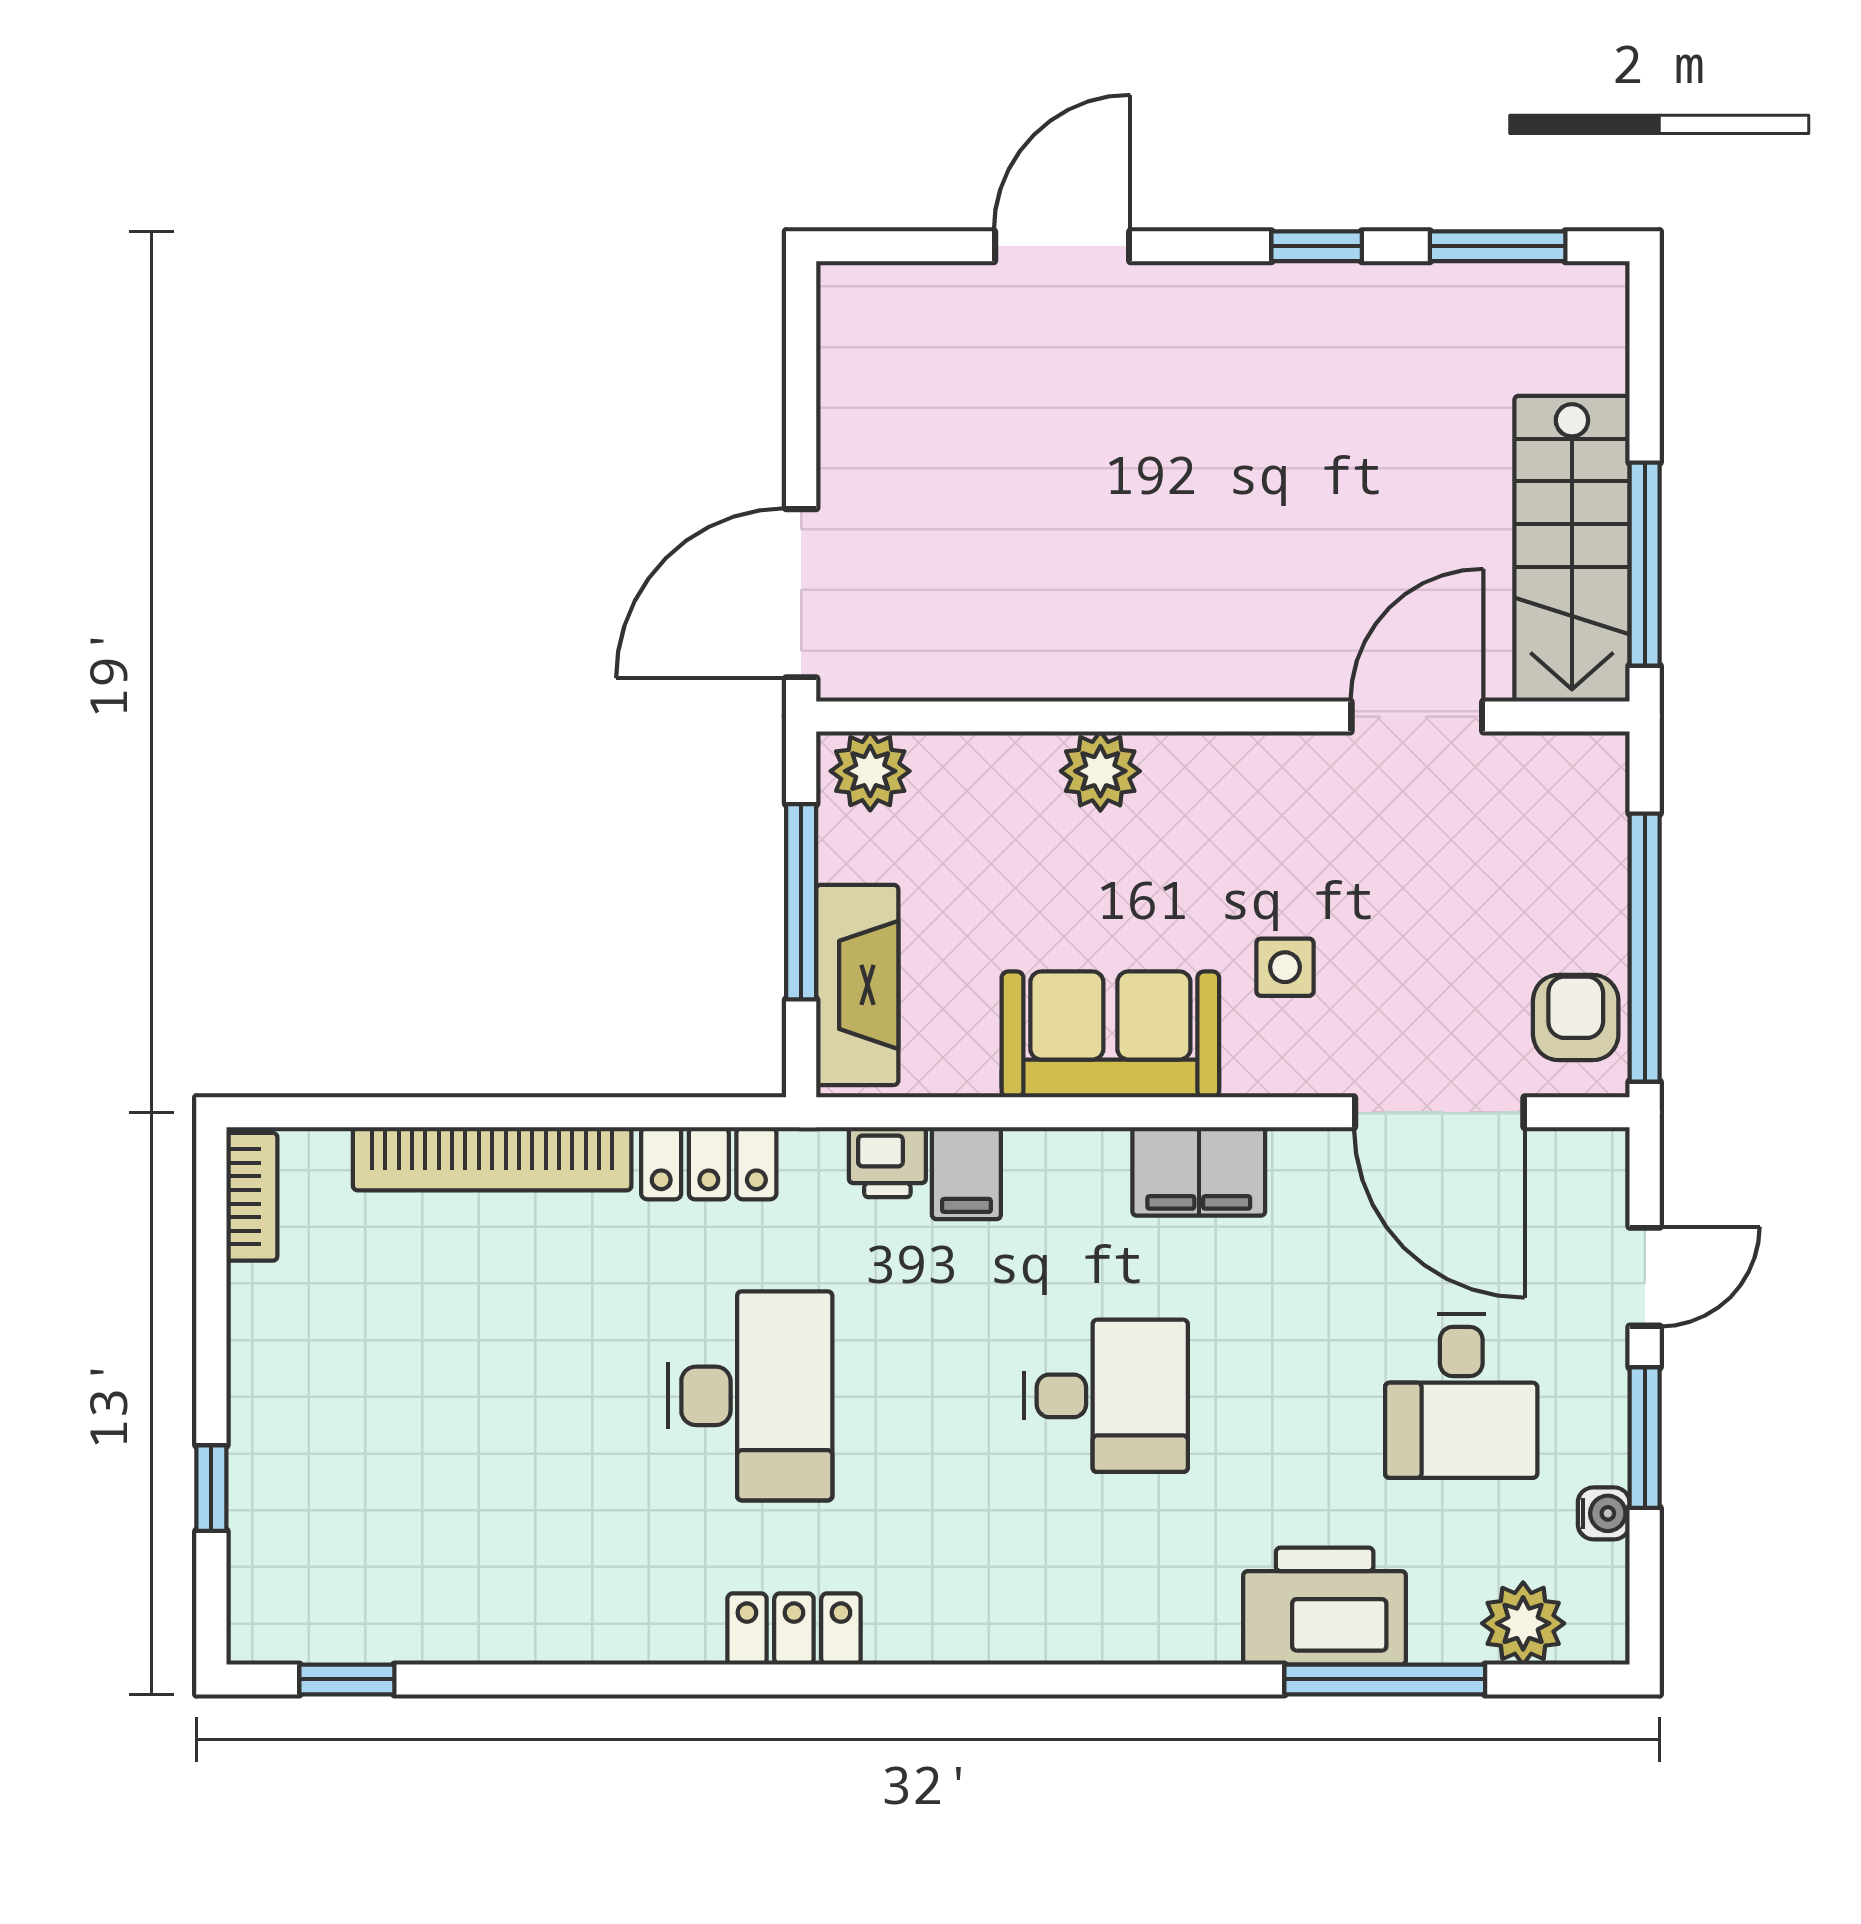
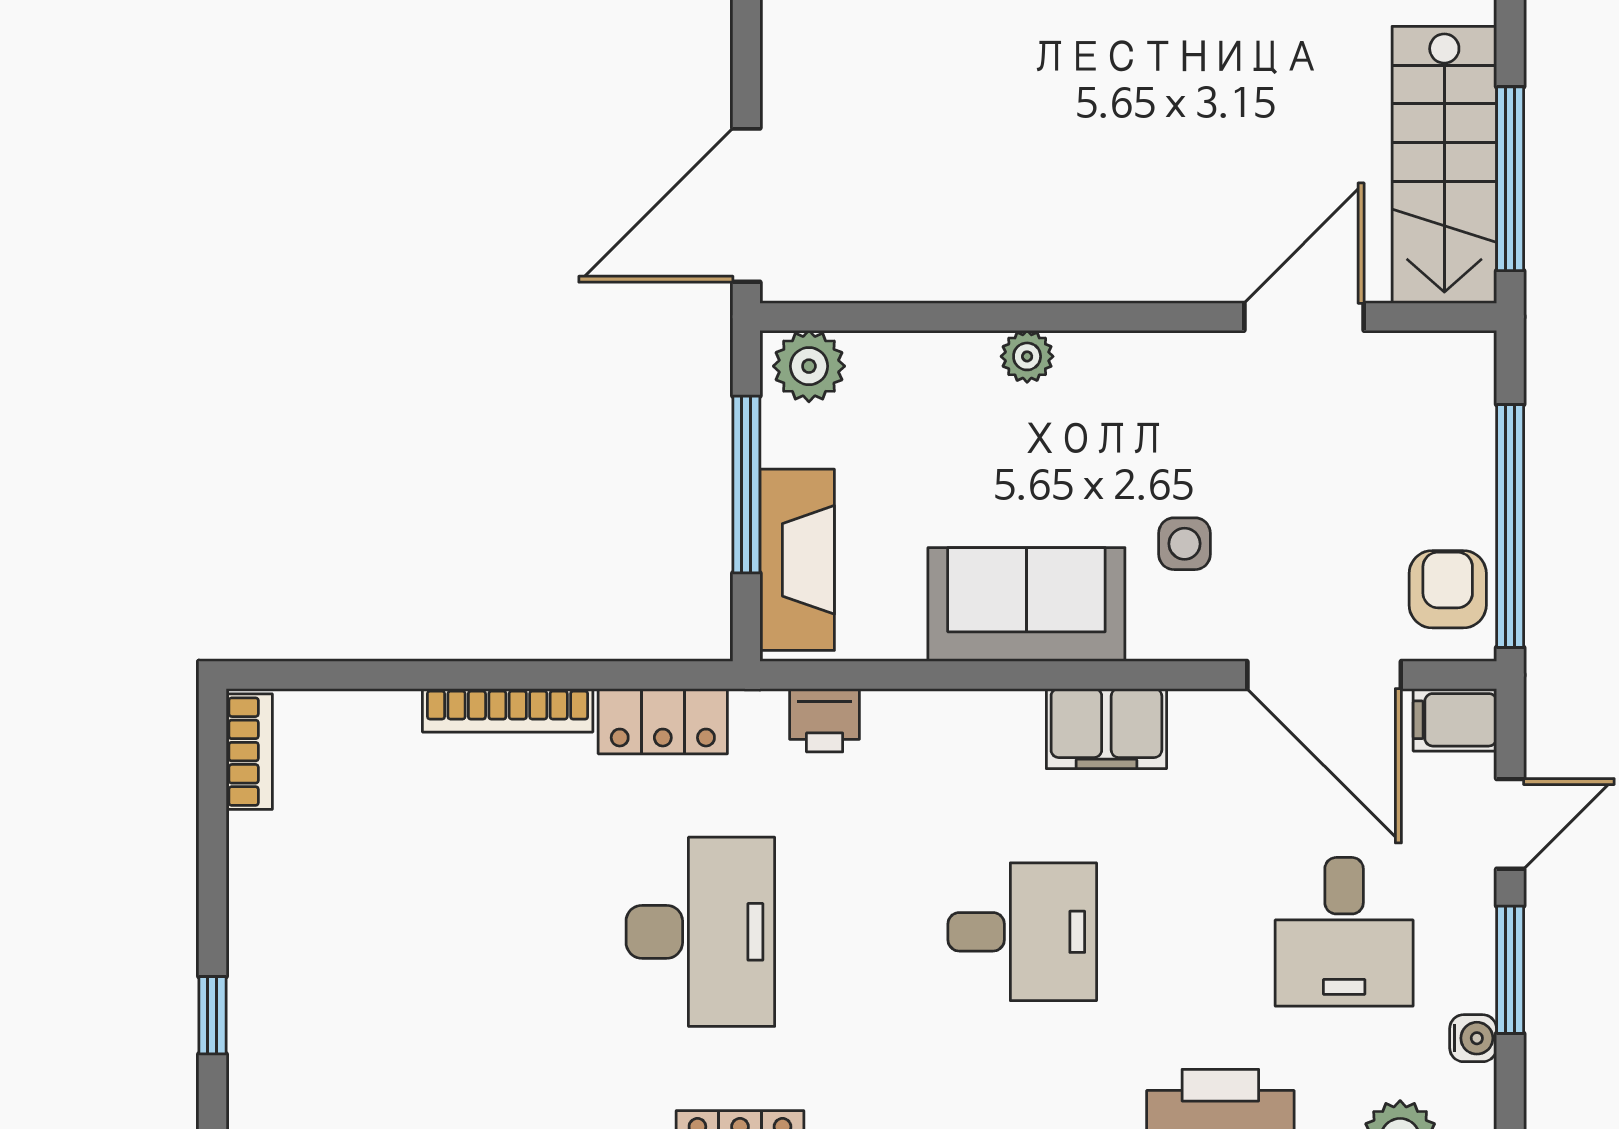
plant: (1100, 771) -> (1027, 356), width x0.73, depth x0.73
bookcase: (492, 1159) -> (508, 710), width x0.68, depth x0.76
filing cabinet: (966, 1173) -> (1455, 720), moved, turned 90

